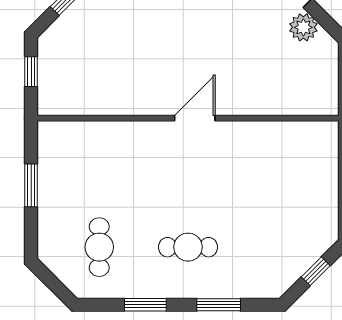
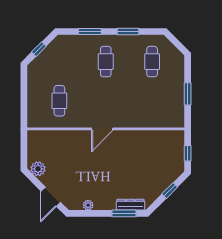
plant: (303, 27) -> (38, 169), moved
cafe table: (277, 172) -> (59, 101), added
cafe table: (188, 247) -> (106, 62), turned 90

